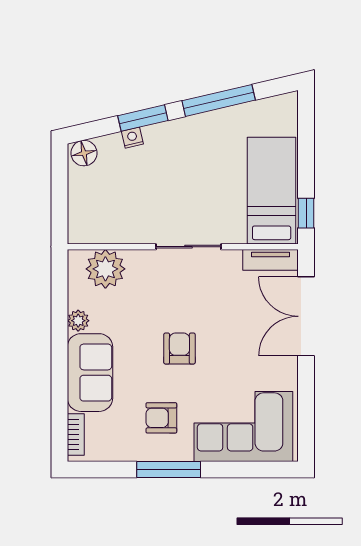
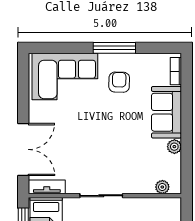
plant: (105, 269) -> (162, 187), width x0.53, depth x0.53
armchair: (179, 349) -> (107, 128), removed
armchair: (161, 418) -> (119, 82), turned -89

